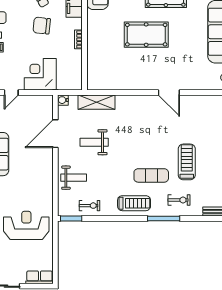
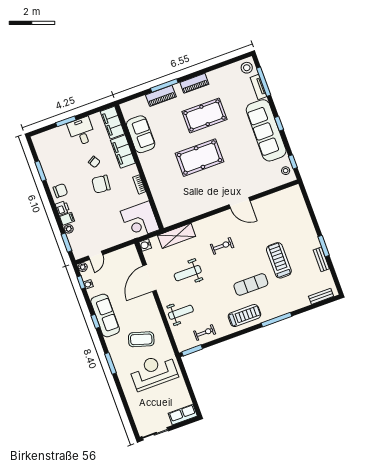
corner desk: (40, 74) -> (140, 220), moved, turned -90
coffee table: (26, 190) -> (141, 339), added
exercise bike: (179, 200) -> (222, 246), moved

